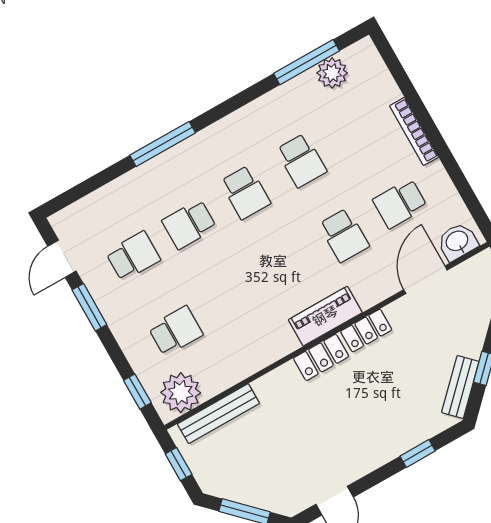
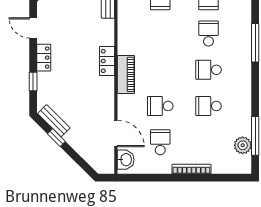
locker: (366, 331) -> (44, 58), moved, turned 180

